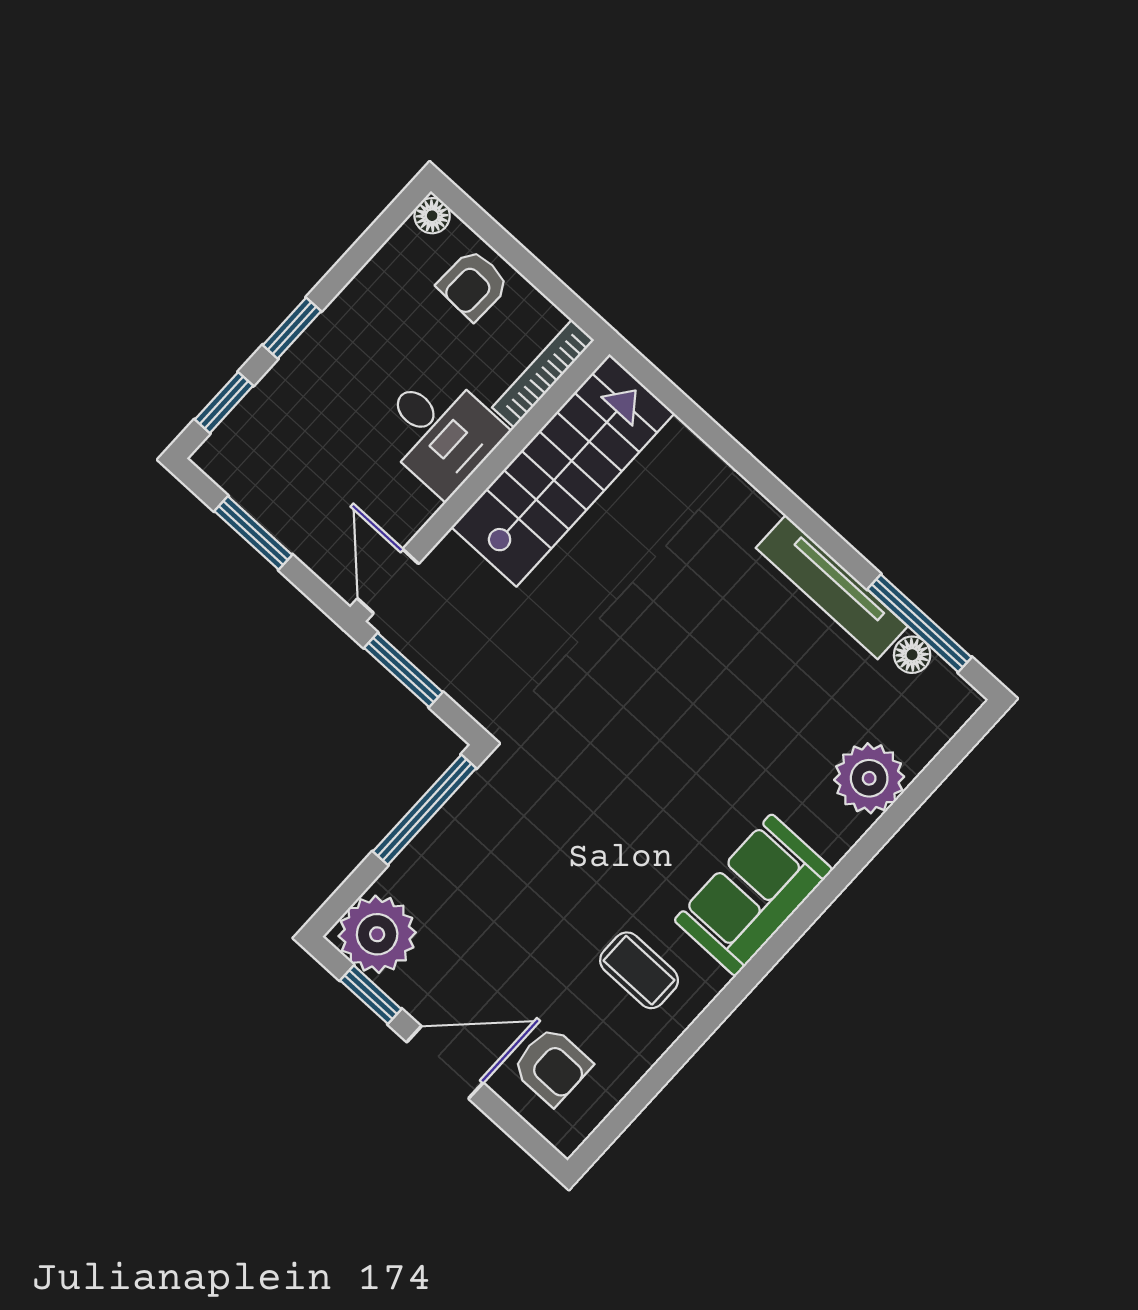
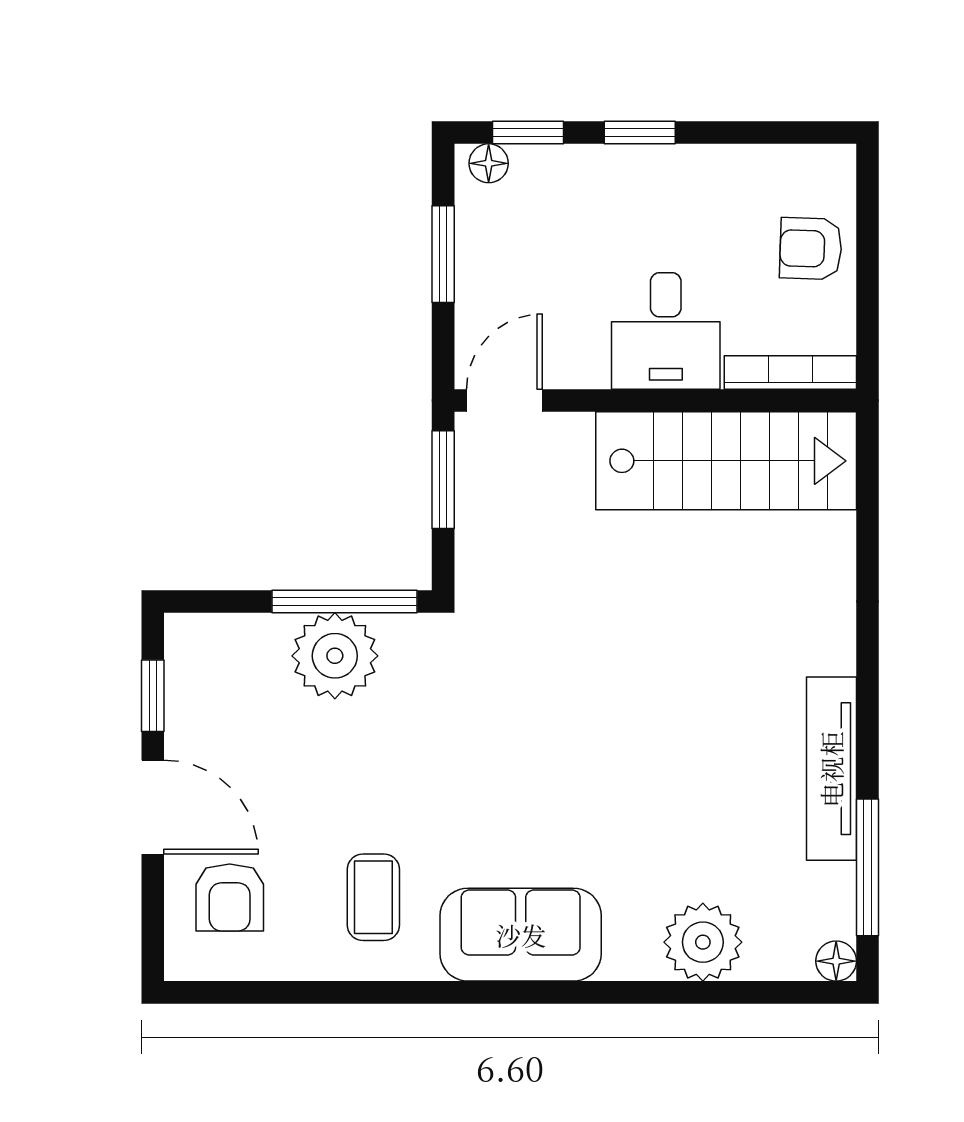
floor lamp: (432, 216) -> (489, 163), moved
floor lamp: (912, 655) -> (836, 961), moved
plant: (377, 934) -> (335, 656), moved

